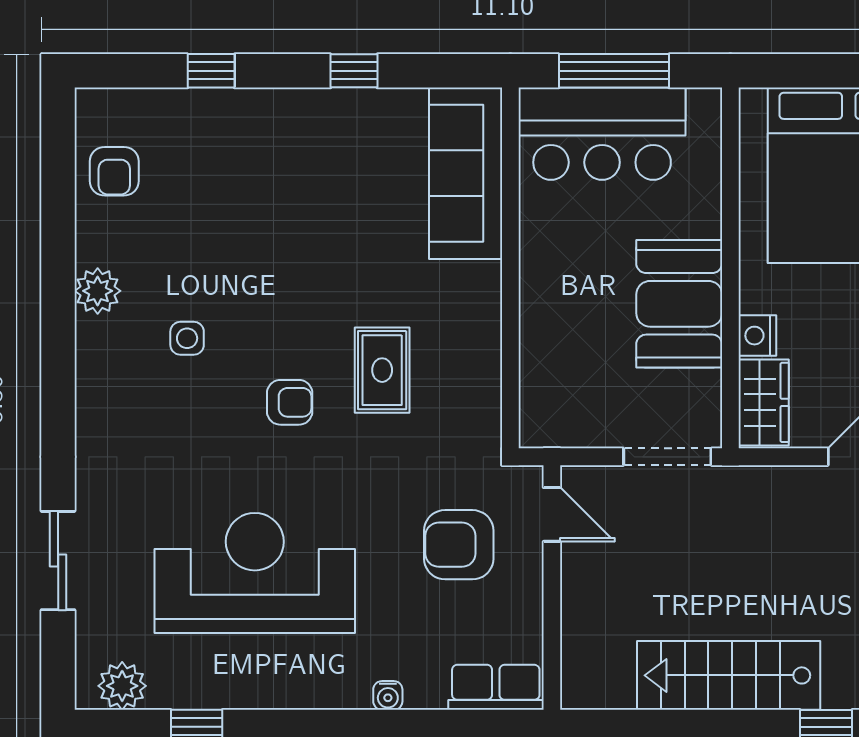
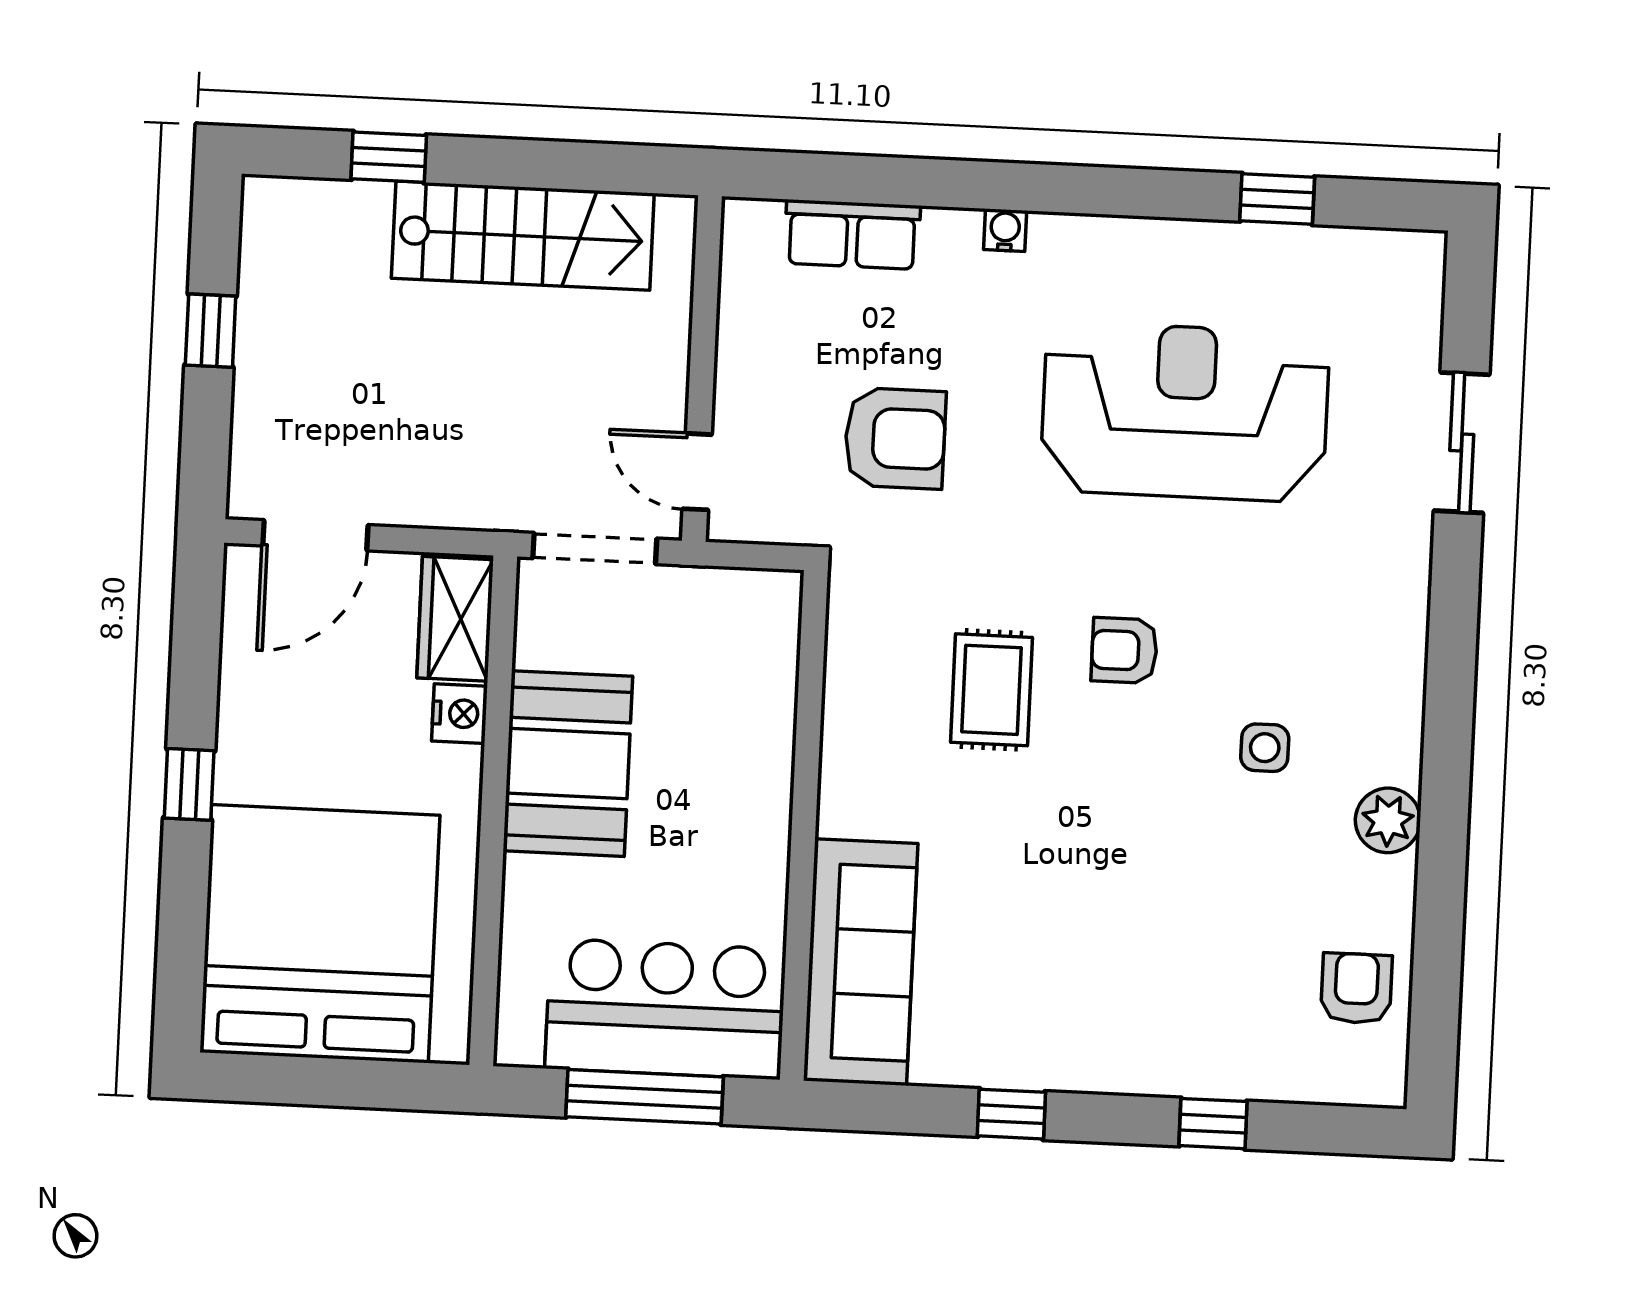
door: (552, 514) -> (697, 472), moved
reception desk: (255, 573) -> (1185, 412), turned 180
wall: (552, 588) -> (702, 369), moved
plant: (122, 686) -> (1380, 261), removed

